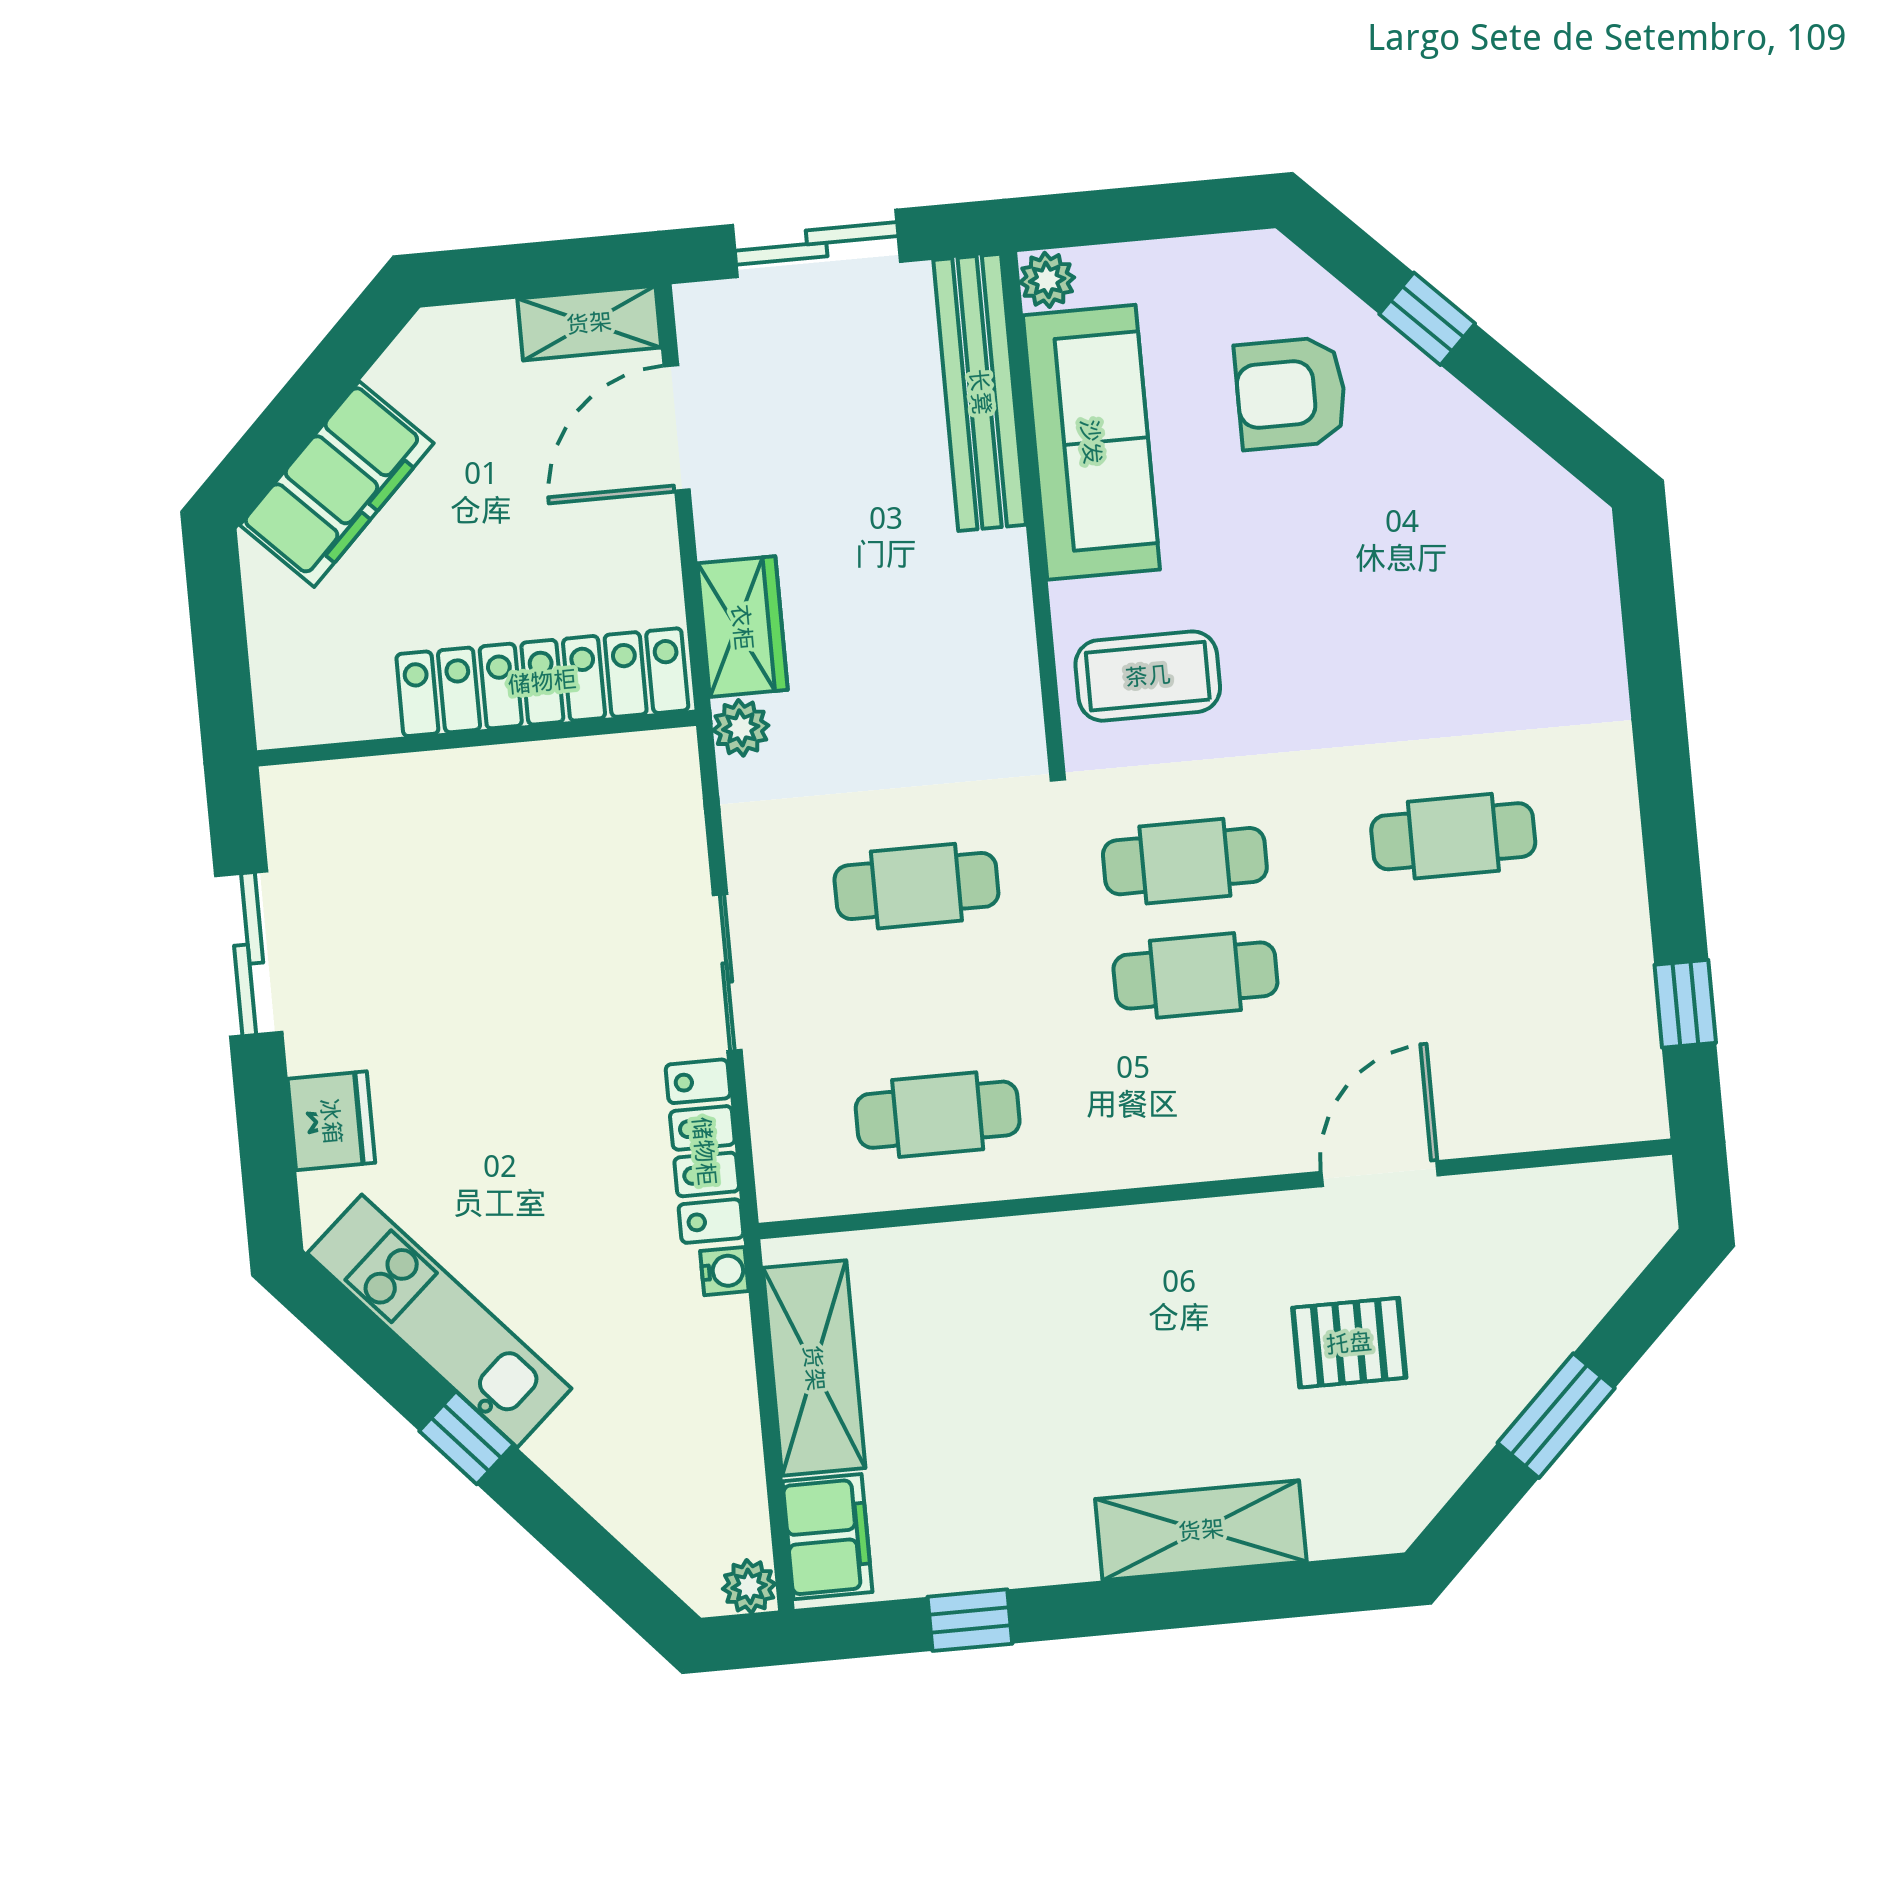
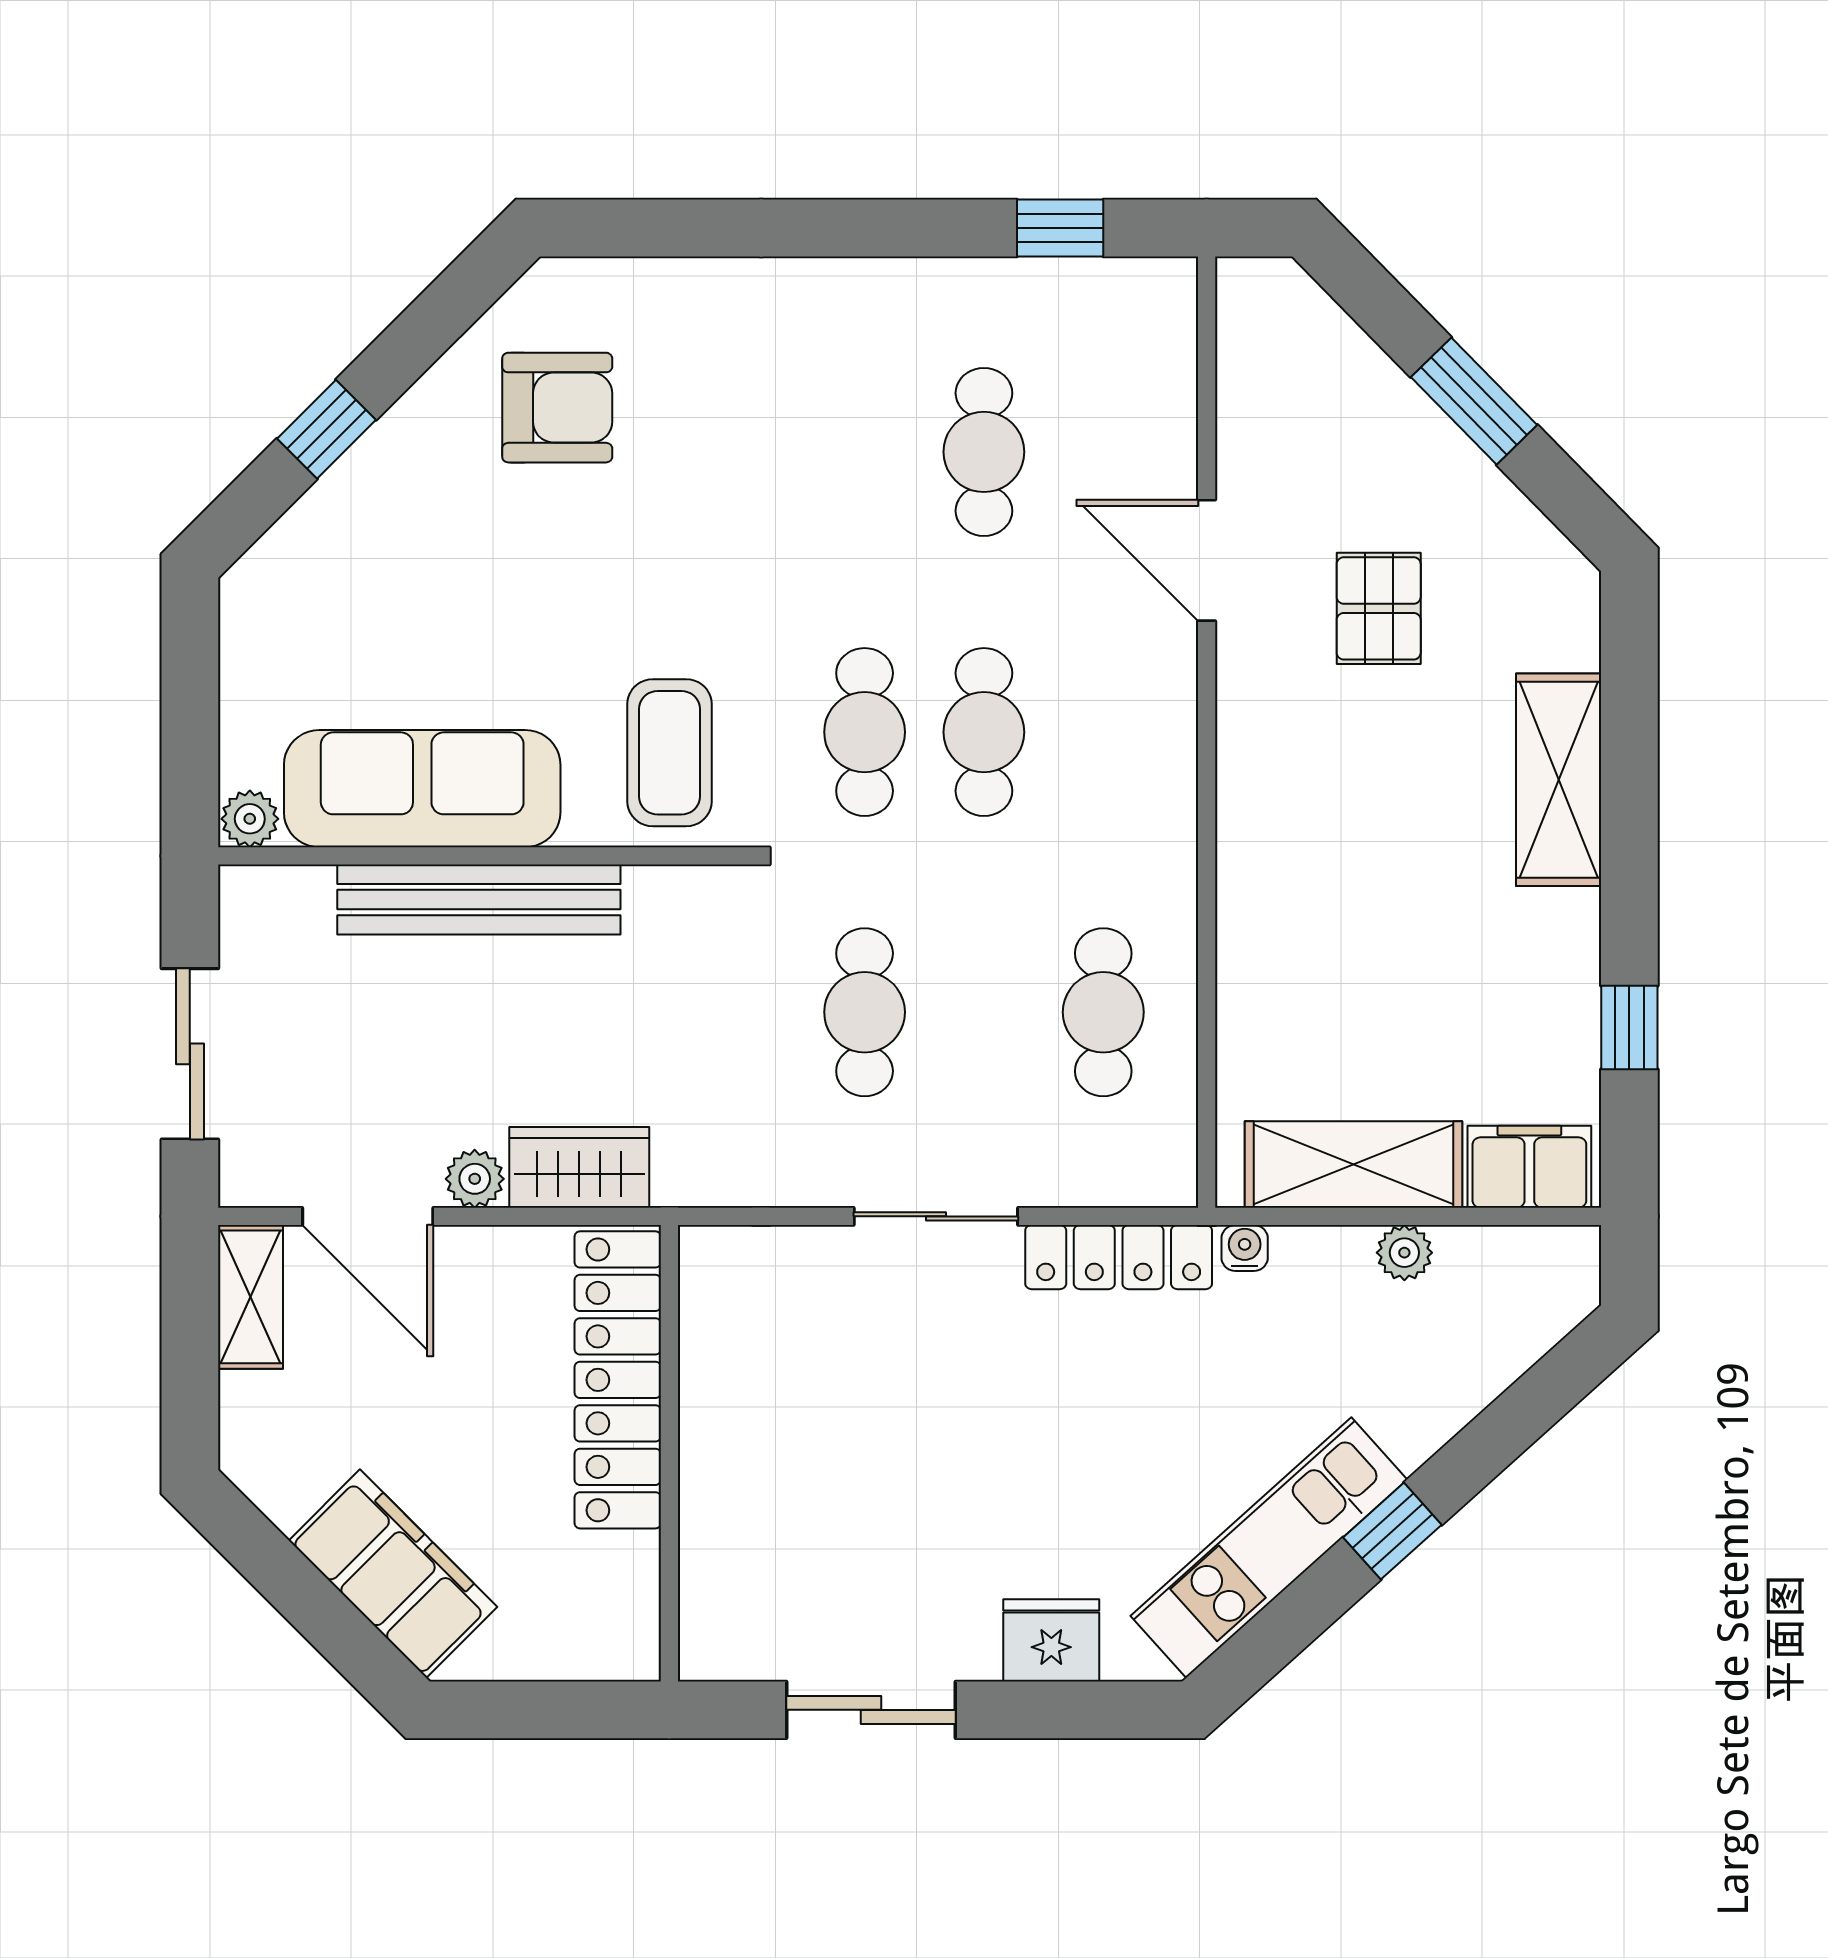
bench: (980, 392) -> (479, 900), moved
armchair: (1291, 393) -> (557, 408), moved, turned -90
plant: (741, 728) -> (475, 1179), moved
cafe table: (1453, 836) -> (984, 452), moved
plant: (749, 1586) -> (1404, 1253), moved

